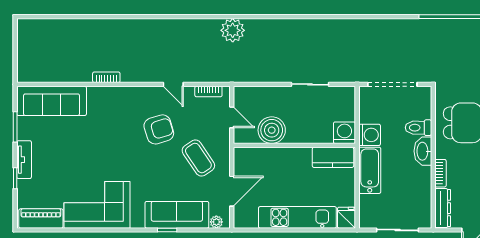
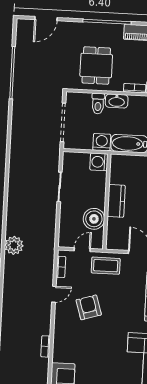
kitchen counter: (333, 157) -> (116, 201), moved
coffee table: (198, 158) -> (106, 266), moved, turned 34

